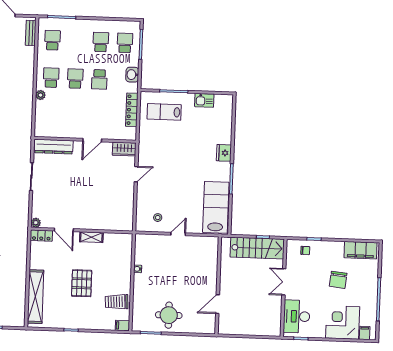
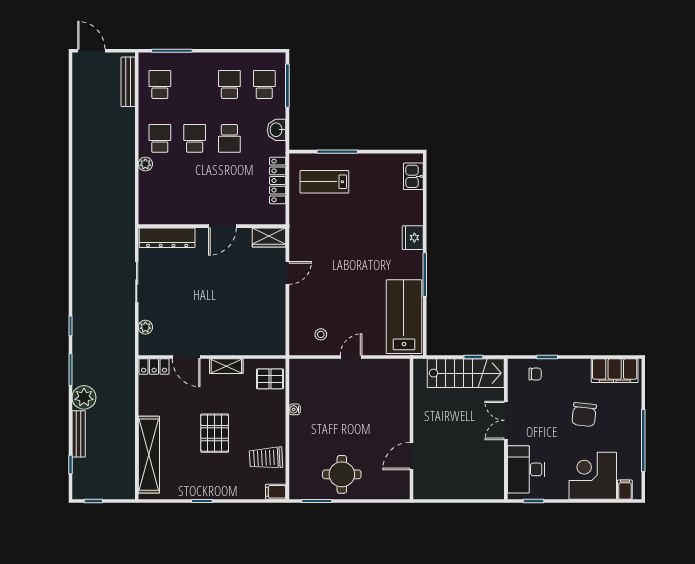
bench: (31, 33) -> (128, 82), width x1.36
kitchen sink: (204, 100) -> (413, 176), moved, turned 90
plant: (36, 223) -> (145, 327), moved
pallet: (121, 247) -> (270, 379), added

